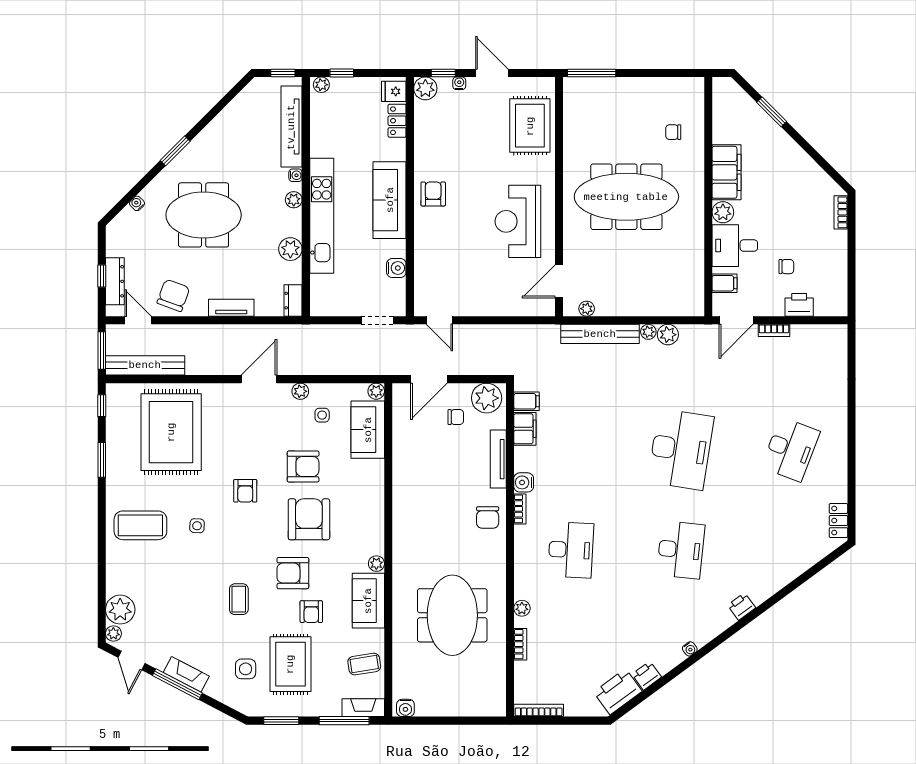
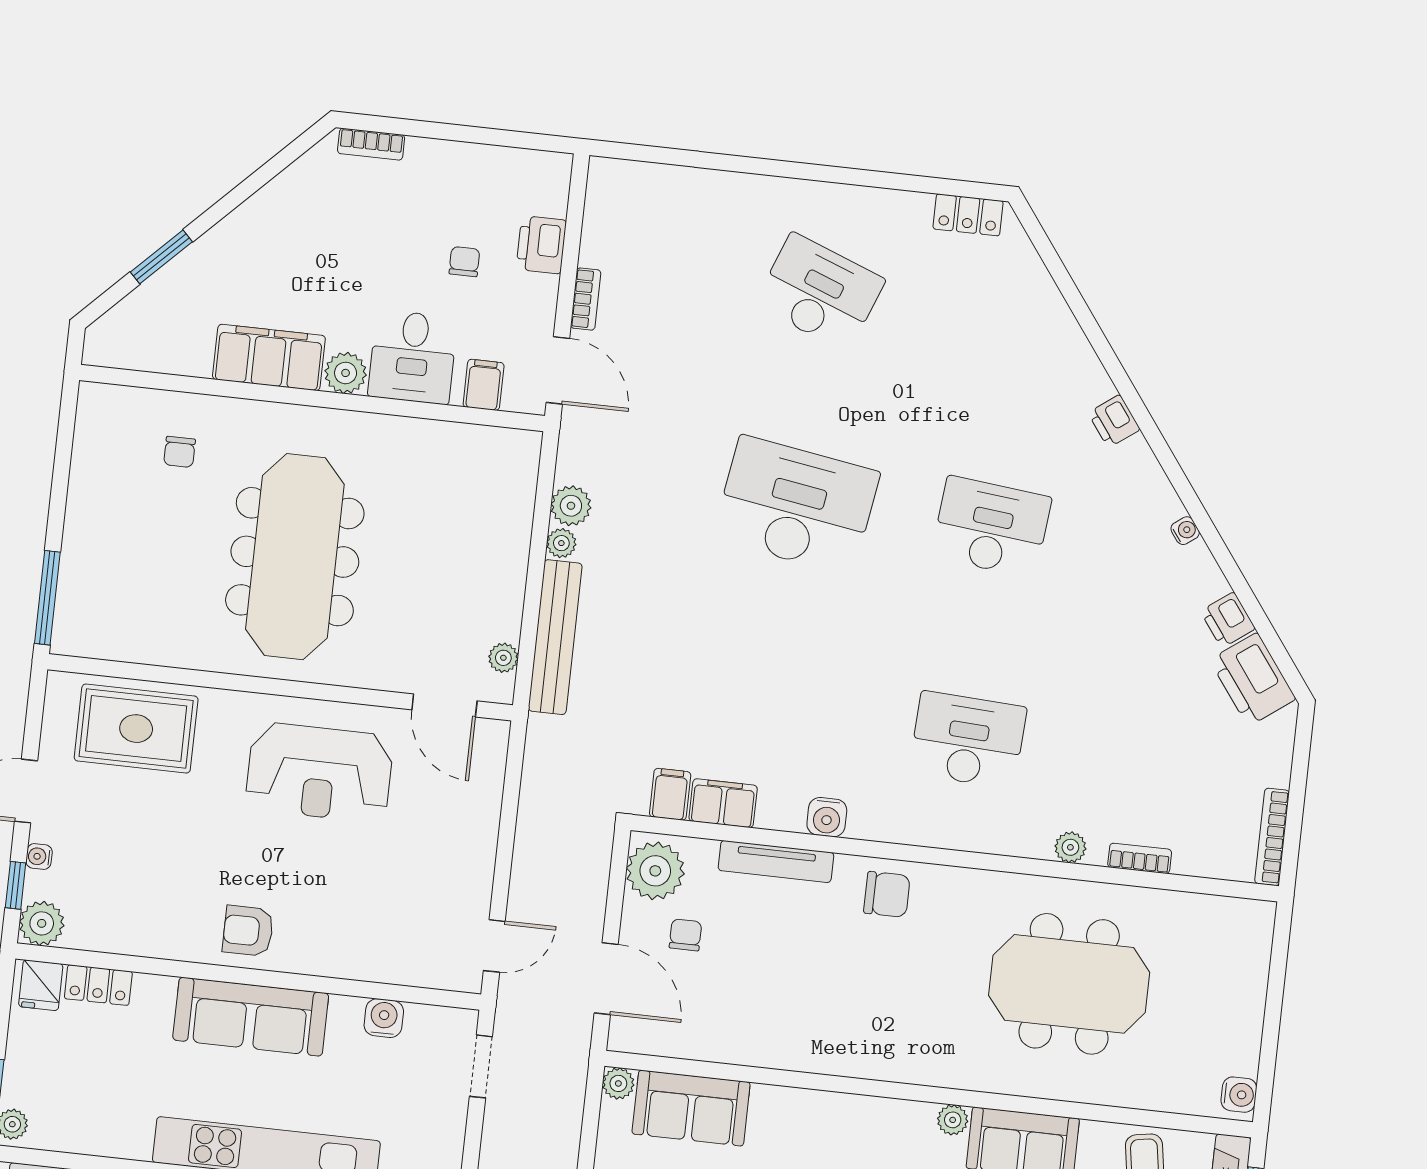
bookcase: (520, 509) -> (877, 830), removed

